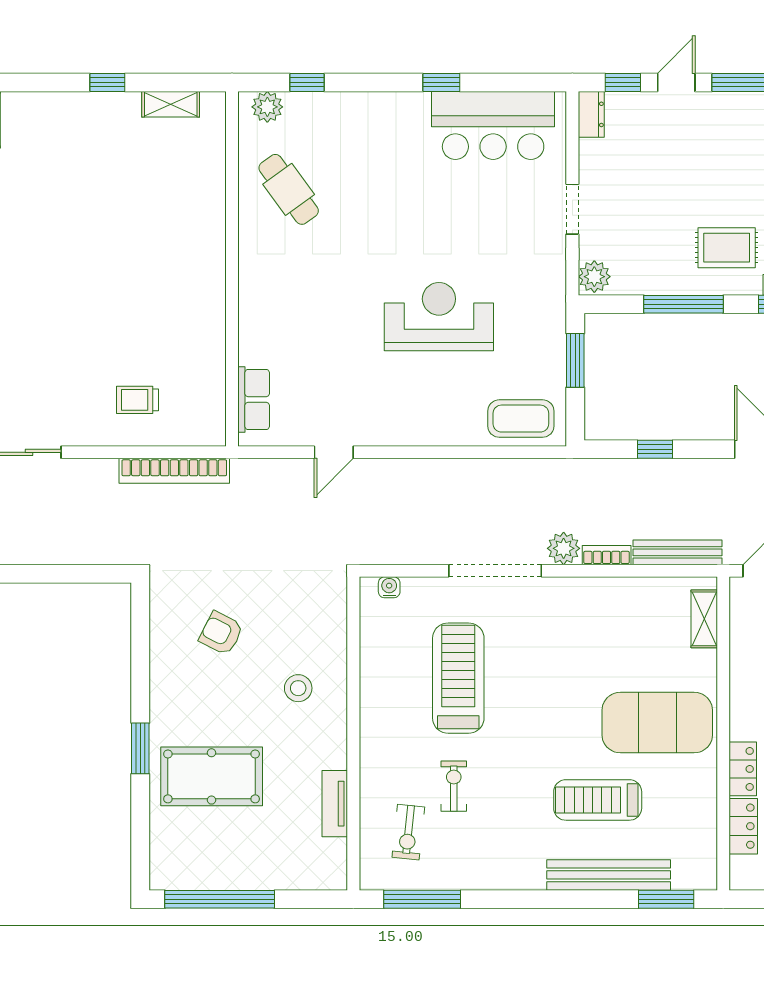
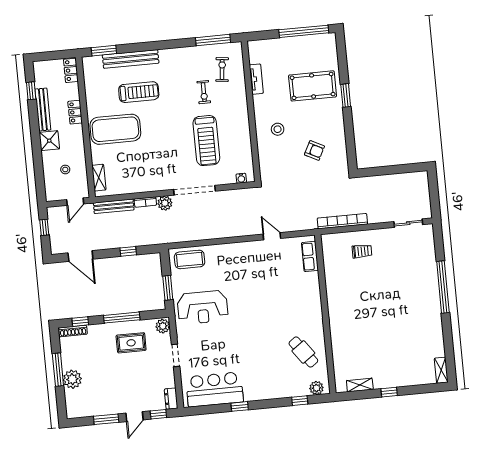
rug: (727, 248) -> (131, 343), moved
reception desk: (439, 317) -> (203, 307), moved
door: (334, 452) -> (272, 236), hinge flipped
locker: (743, 826) -> (71, 70), moved

